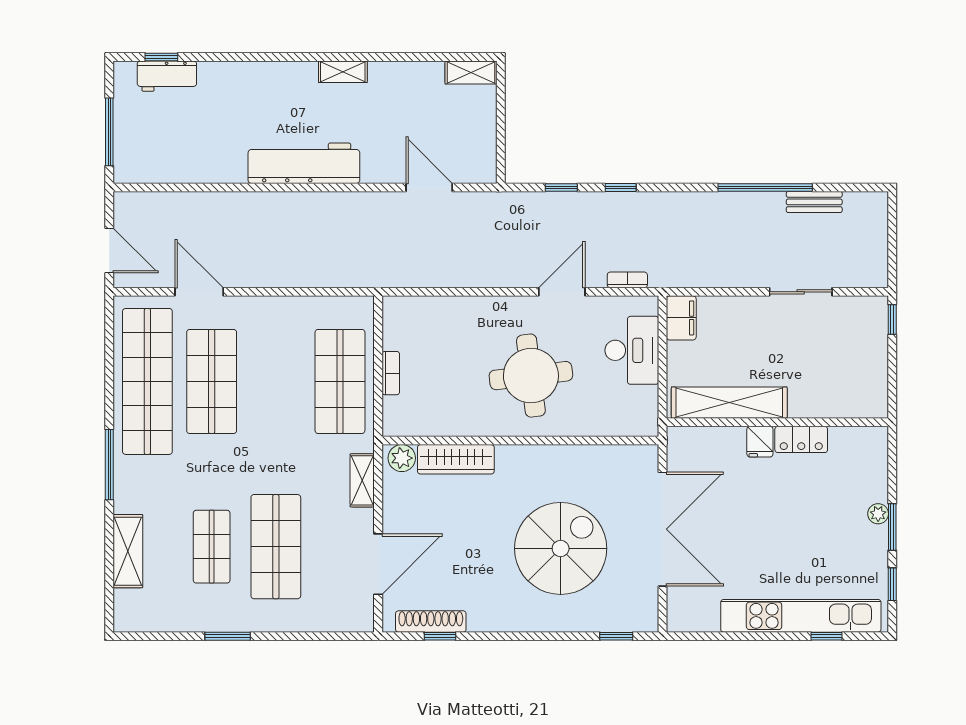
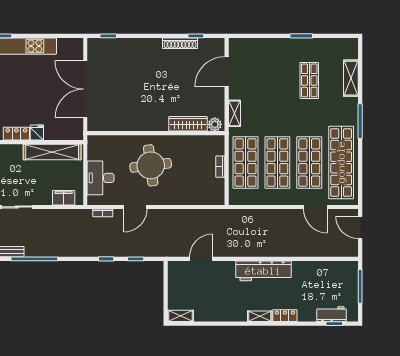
shelving: (343, 72) -> (260, 316), moved
locker: (261, 73) -> (285, 316), added
door: (429, 187) -> (201, 259), swing flipped
filing cabinet: (681, 318) -> (64, 198), moved, turned 90
shop shelf: (276, 547) -> (277, 162), moved
spiral stairs: (561, 548) -> (136, 80), removed
shoe rack: (431, 622) -> (180, 43), moved

